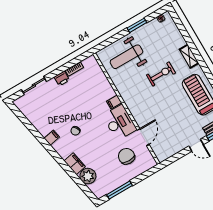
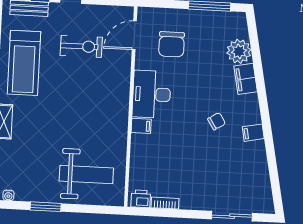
exercise bike: (161, 74) -> (81, 46), moved, turned 180
printer: (62, 79) -> (141, 199), moved
door: (143, 137) -> (134, 35), moved

